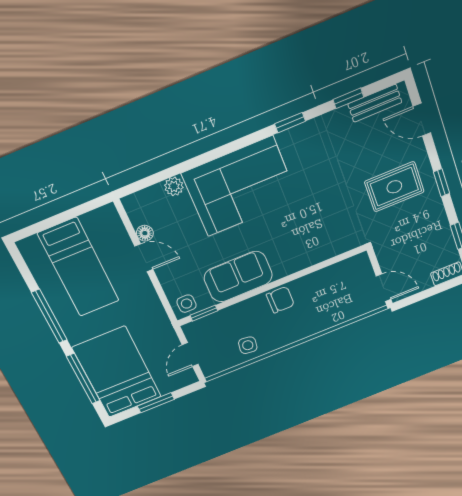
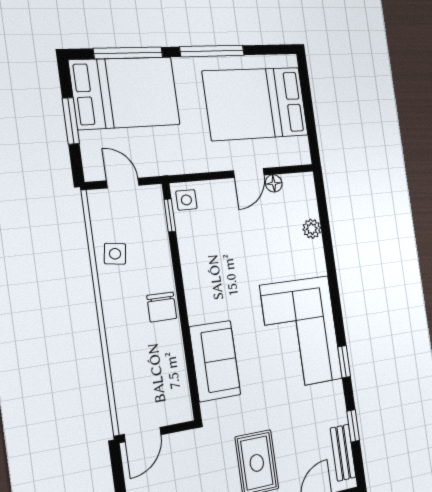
corner sofa: (240, 187) -> (301, 332), moved
bed: (79, 267) -> (256, 104), width x1.50
sofa: (238, 277) -> (215, 361), moved

